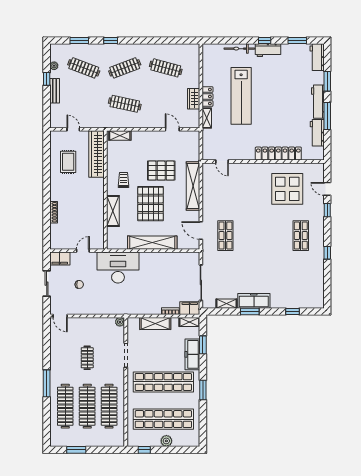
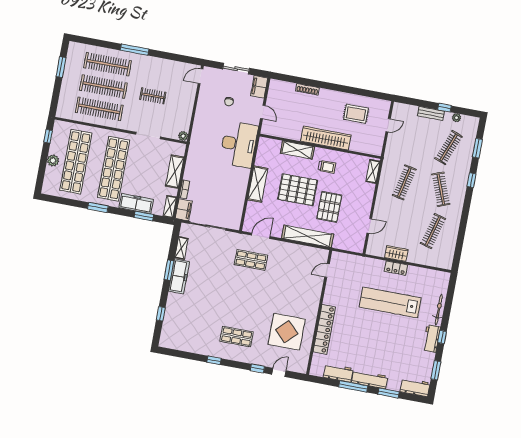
shelving: (207, 118) -> (374, 263), removed
wardrobe: (97, 154) -> (326, 138), moved
shelving: (152, 243) -> (258, 184), width x0.68

